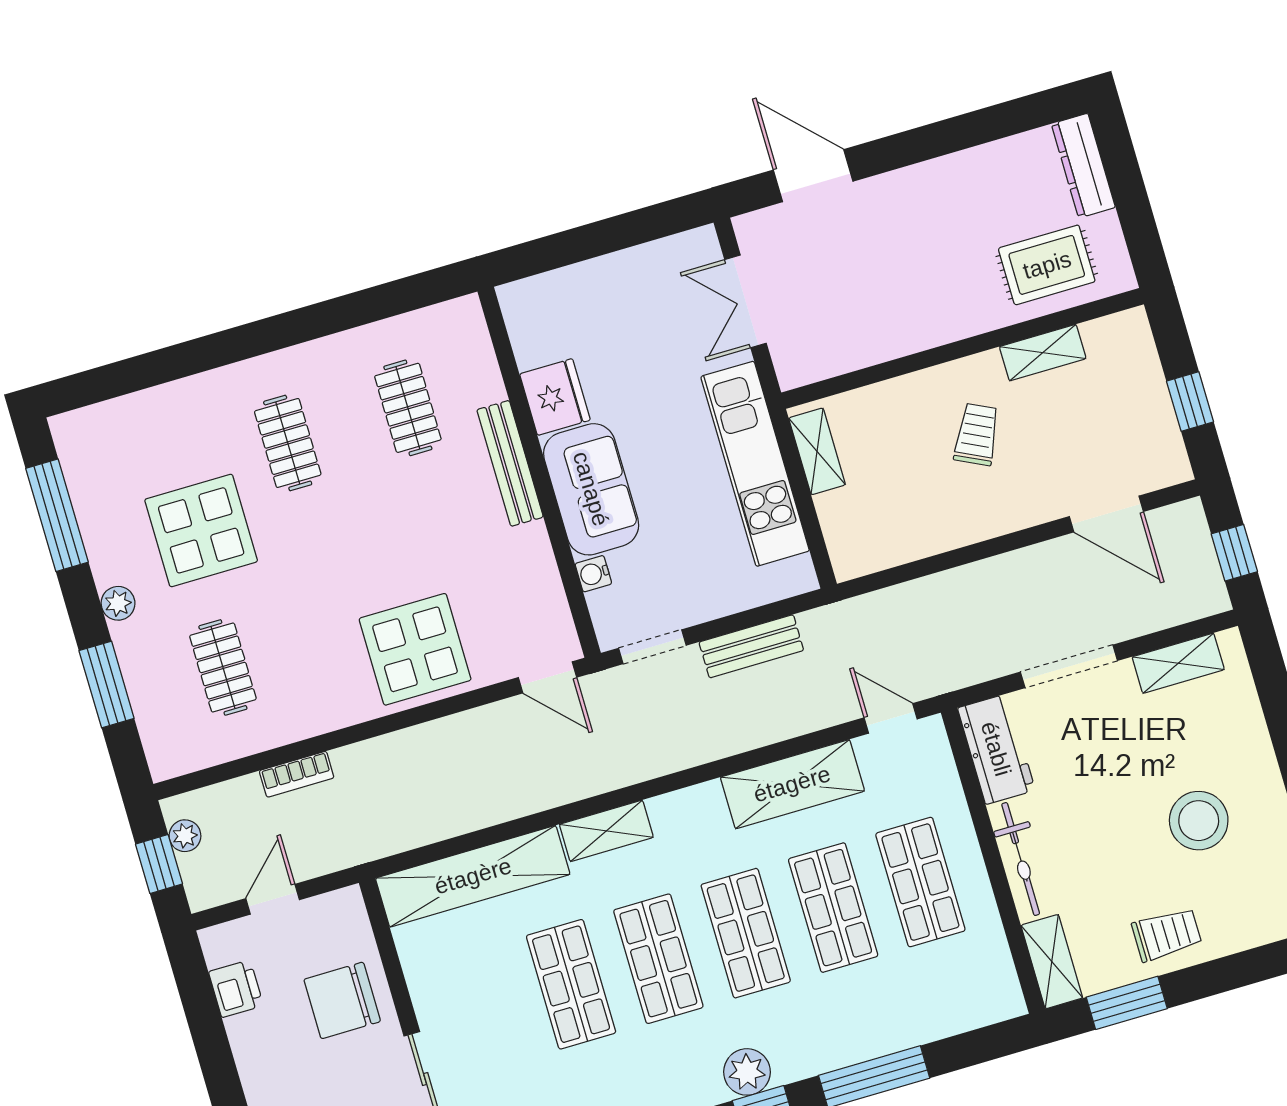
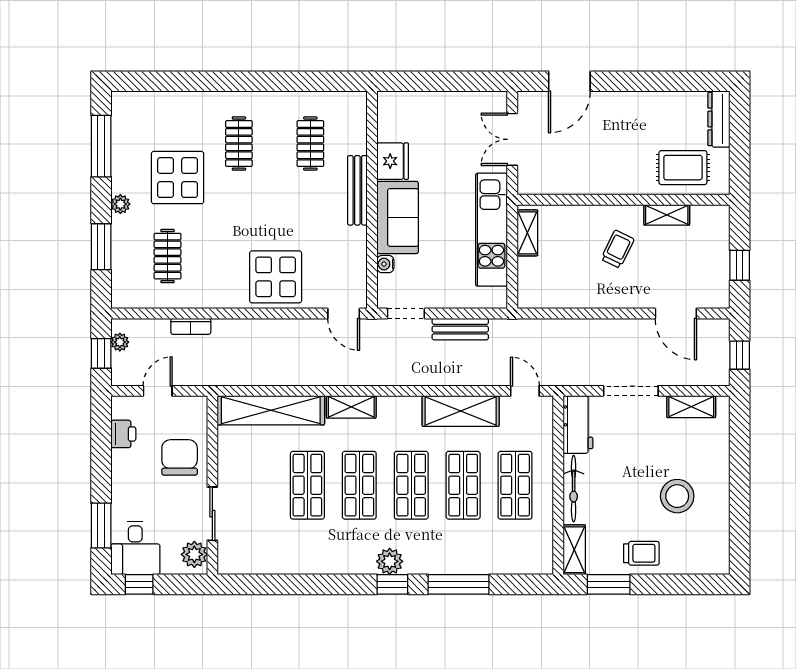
door: (813, 176) -> (569, 81), swing flipped
chair: (342, 1000) -> (180, 457), turned 90

